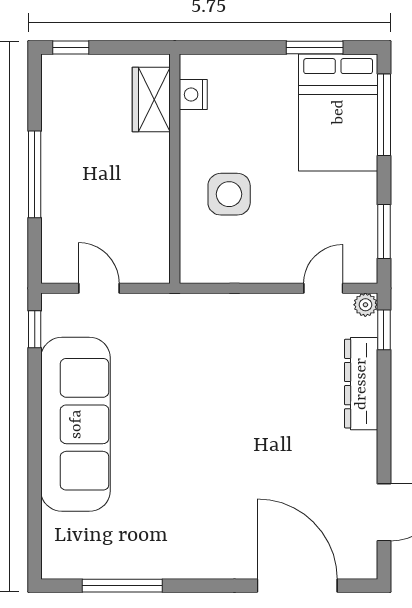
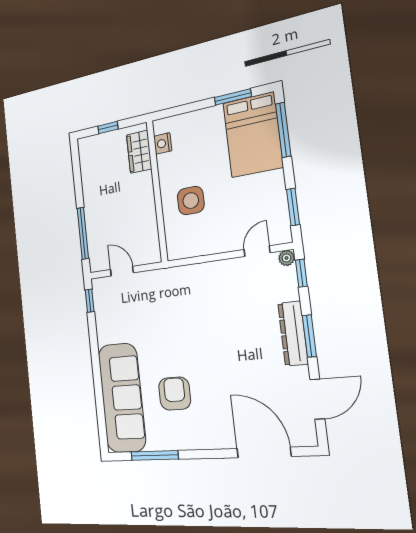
window: (71, 48) -> (108, 128), moved
window: (35, 174) -> (83, 233), moved
dresser: (361, 384) -> (293, 334), moved
window: (384, 422) -> (309, 336), added
sofa: (76, 424) -> (122, 398), moved
armchair: (167, 491) -> (175, 394), added

